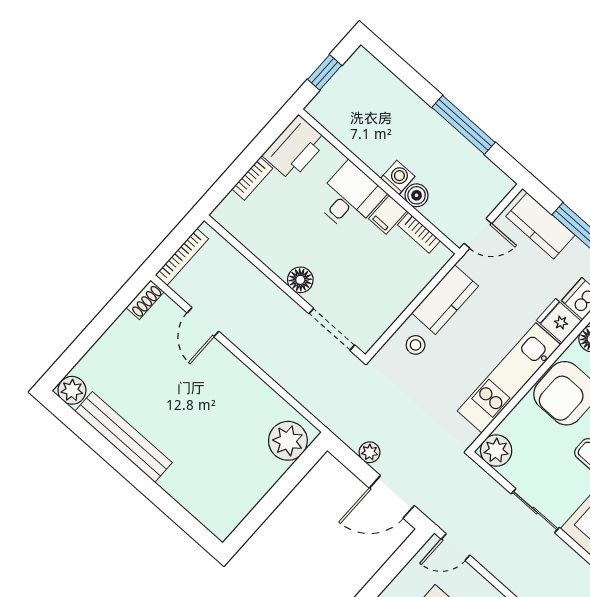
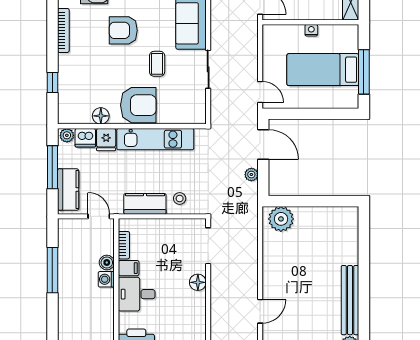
plant: (496, 451) -> (196, 114), removed

